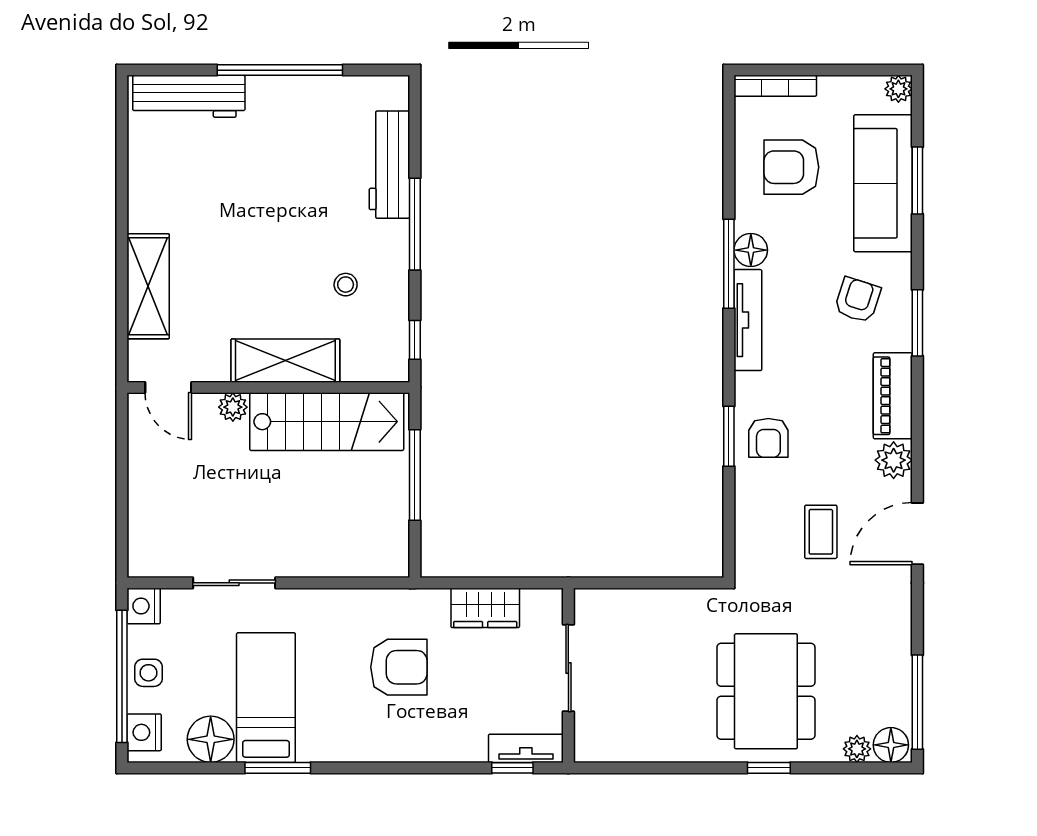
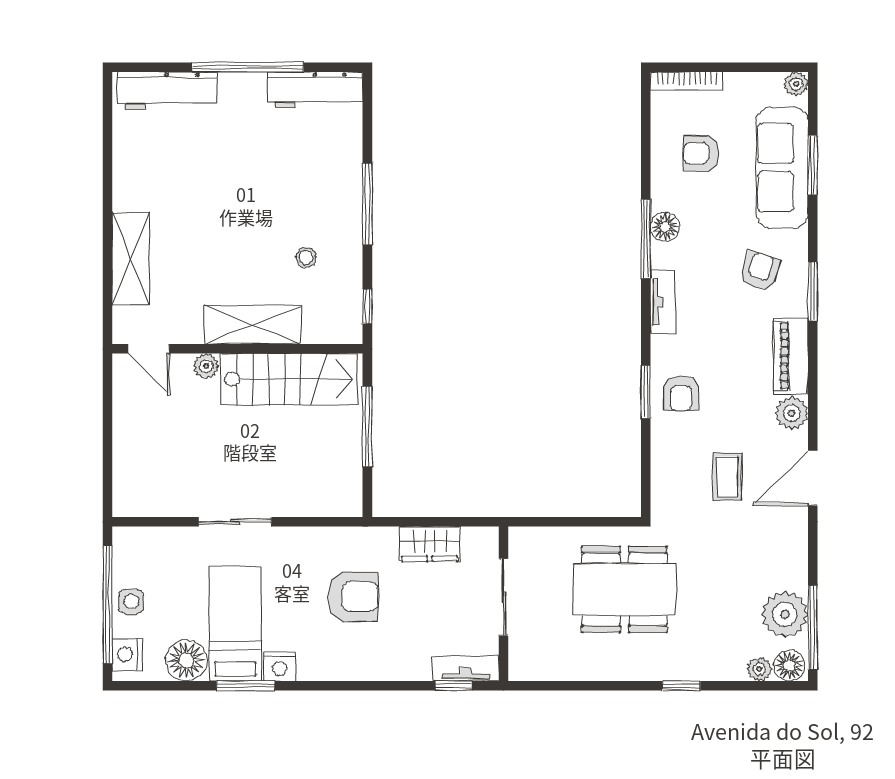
workbench: (390, 165) -> (315, 90), moved, turned -90
armchair: (791, 167) -> (701, 153), width x0.72, depth x0.72
tv unit: (748, 320) -> (663, 302), width x0.71
sliding door: (234, 583) -> (235, 522), moved
nightstand: (144, 606) -> (280, 666), moved, turned -90
plant: (886, 687) -> (785, 614), added
dining table: (766, 691) -> (624, 589), moved, turned 90

